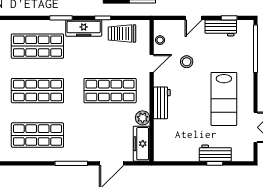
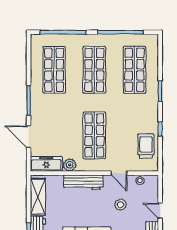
freezer: (84, 28) -> (151, 112), removed
workbench: (162, 103) -> (83, 182), width x1.38
shelving: (178, 153) -> (38, 197), added

